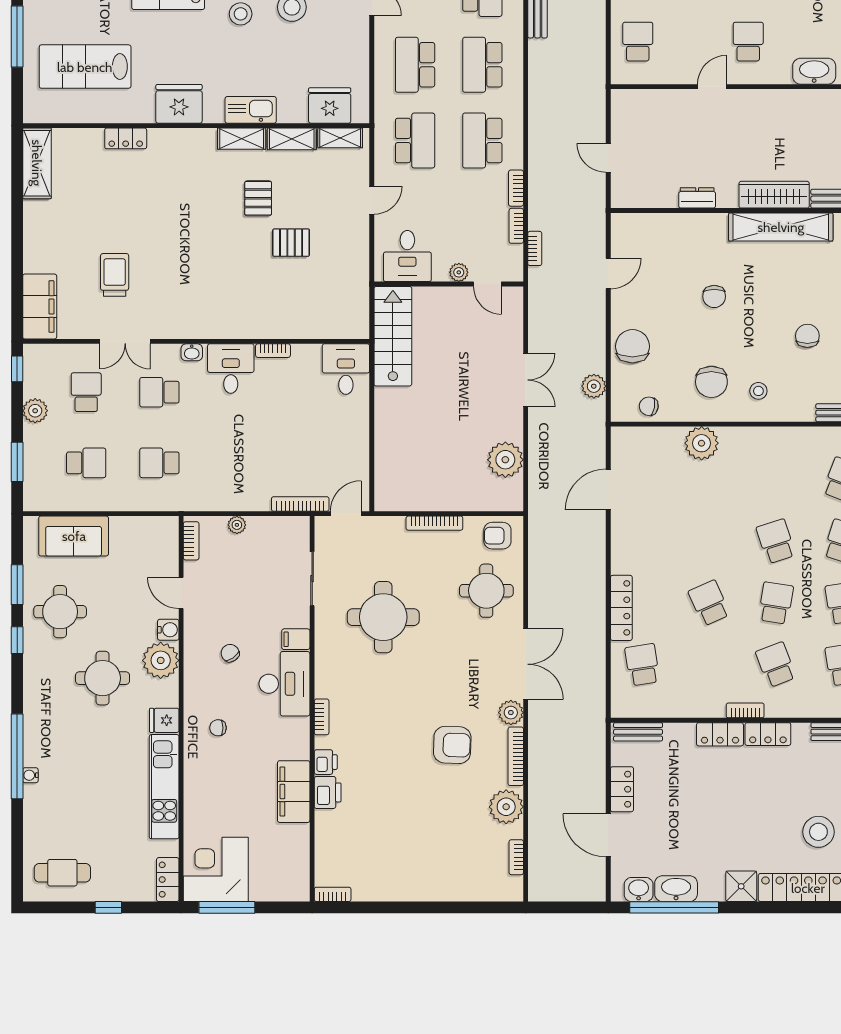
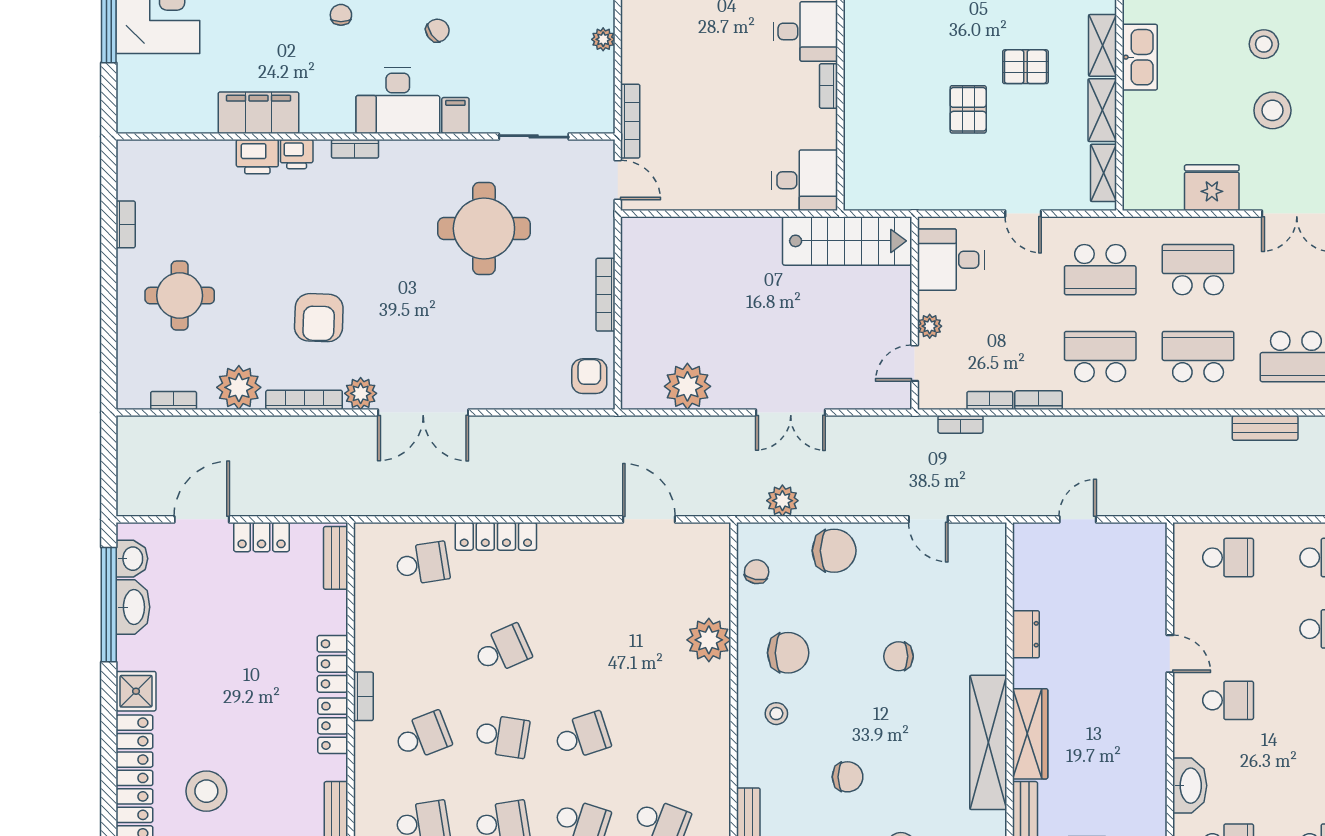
fridge: (330, 105) -> (1212, 188), moved, turned -90
chair: (711, 382) -> (788, 653), turned 180
round table: (486, 591) -> (180, 296), moved
bookcase: (333, 894) -> (126, 224), moved

